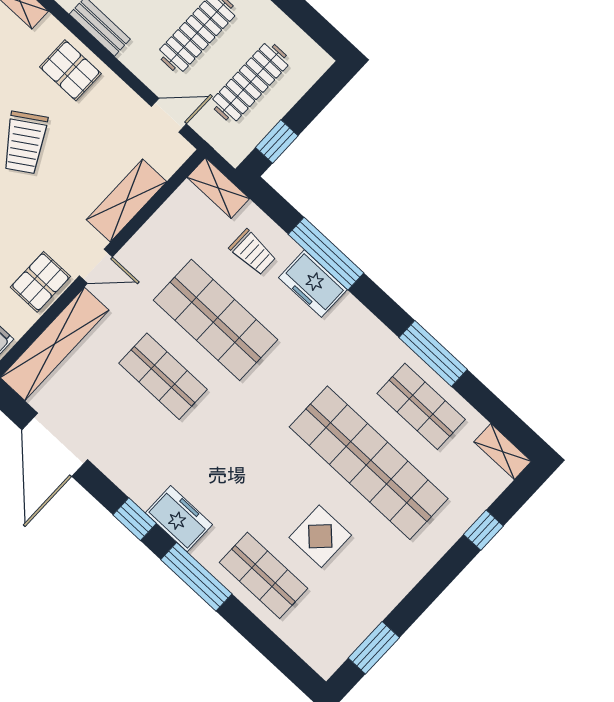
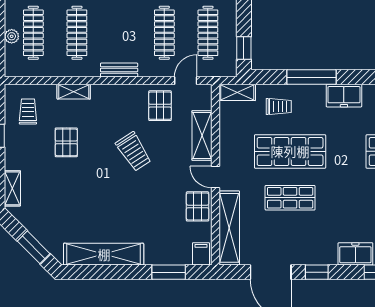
pallet: (70, 70) -> (160, 106), moved, turned 90
door: (96, 266) -> (216, 177), swing flipped
freezer: (313, 284) -> (344, 96), moved
window: (135, 519) -> (317, 272), moved

